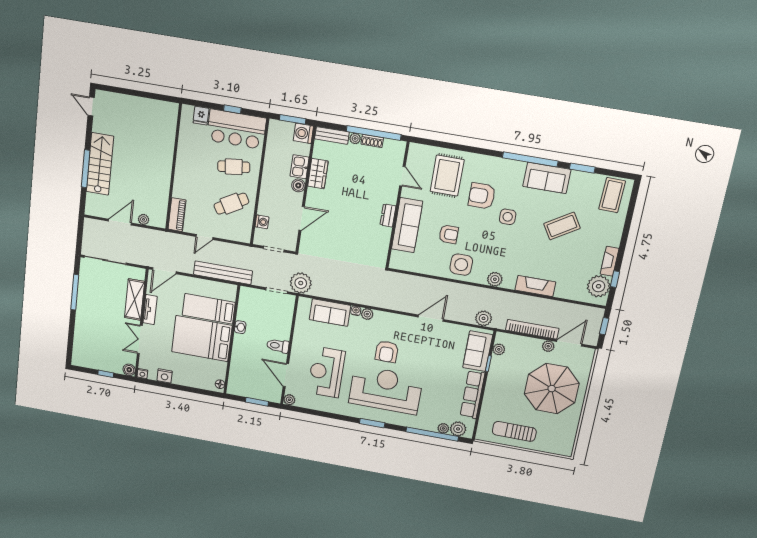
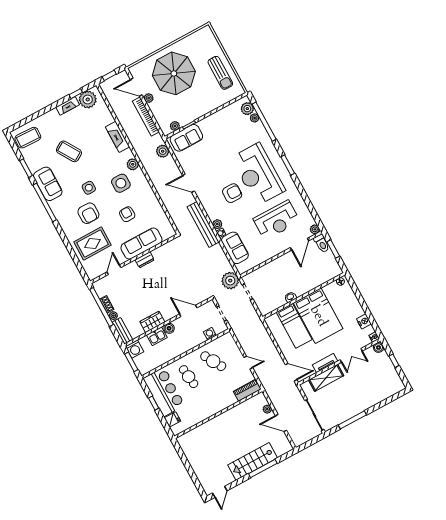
side table: (461, 265) -> (121, 183), moved
bench: (223, 273) -> (203, 224), moved
toilet: (278, 346) -> (322, 243), moved
row of seats: (472, 395) -> (217, 118), removed

